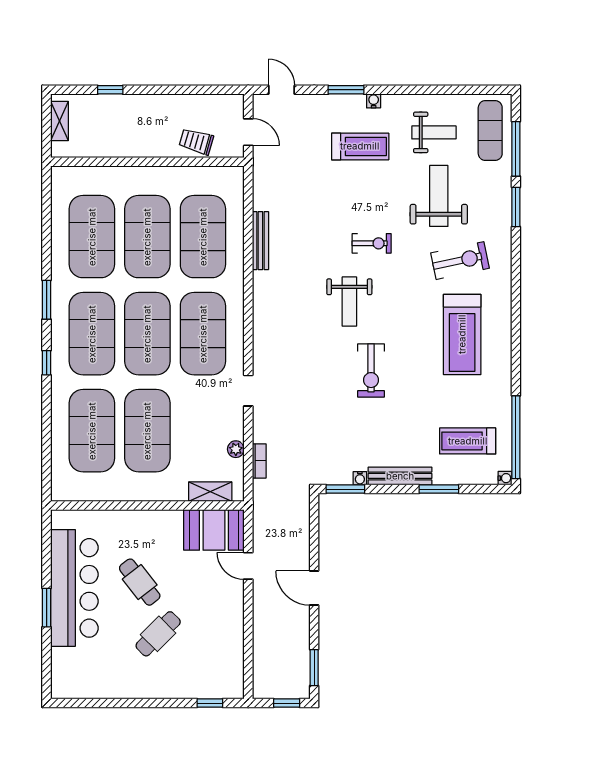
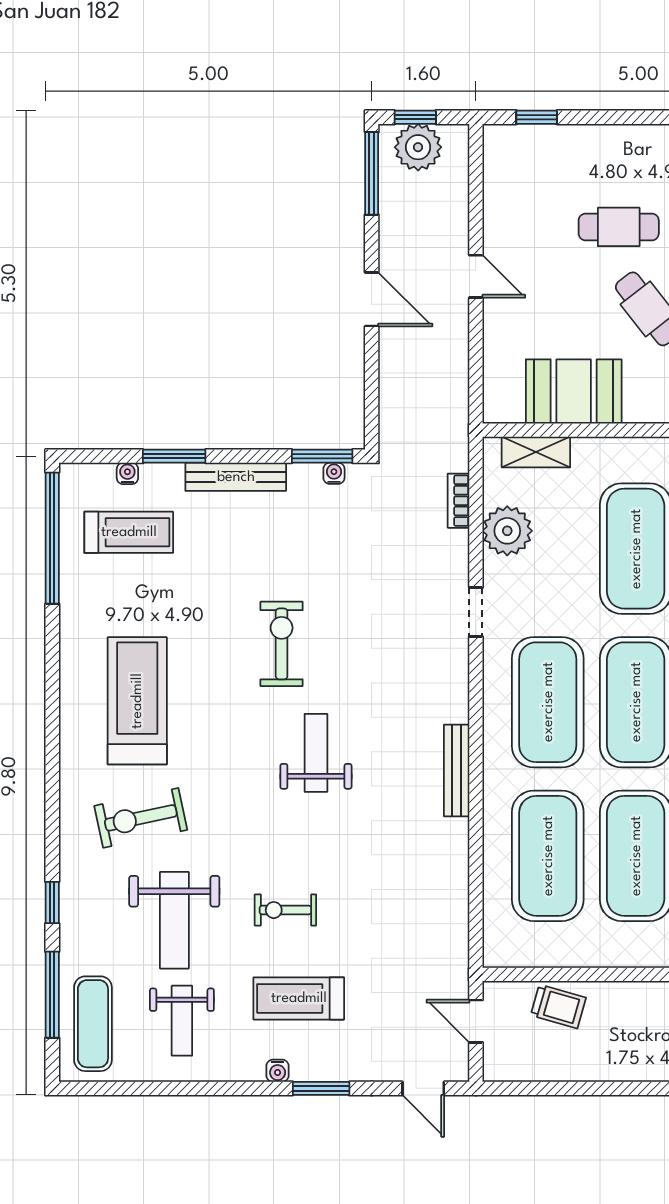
weight bench: (434, 132) -> (182, 1021), turned -90
window: (516, 207) -> (52, 903), width x0.67
bench: (260, 241) -> (457, 771), moved
exercise bike: (372, 243) -> (285, 910), moved
plant: (236, 449) -> (507, 531), width x1.88, depth x1.88
water cooler: (360, 478) -> (334, 473), moved
water cooler: (505, 478) -> (127, 473), moved, turned 90
booth: (214, 530) -> (574, 391), moved
door: (248, 566) -> (476, 276), moved
cafe table: (158, 634) -> (619, 227), turned 45
window: (314, 668) -> (372, 173), width x1.44
plant: (285, 684) -> (418, 147), added

